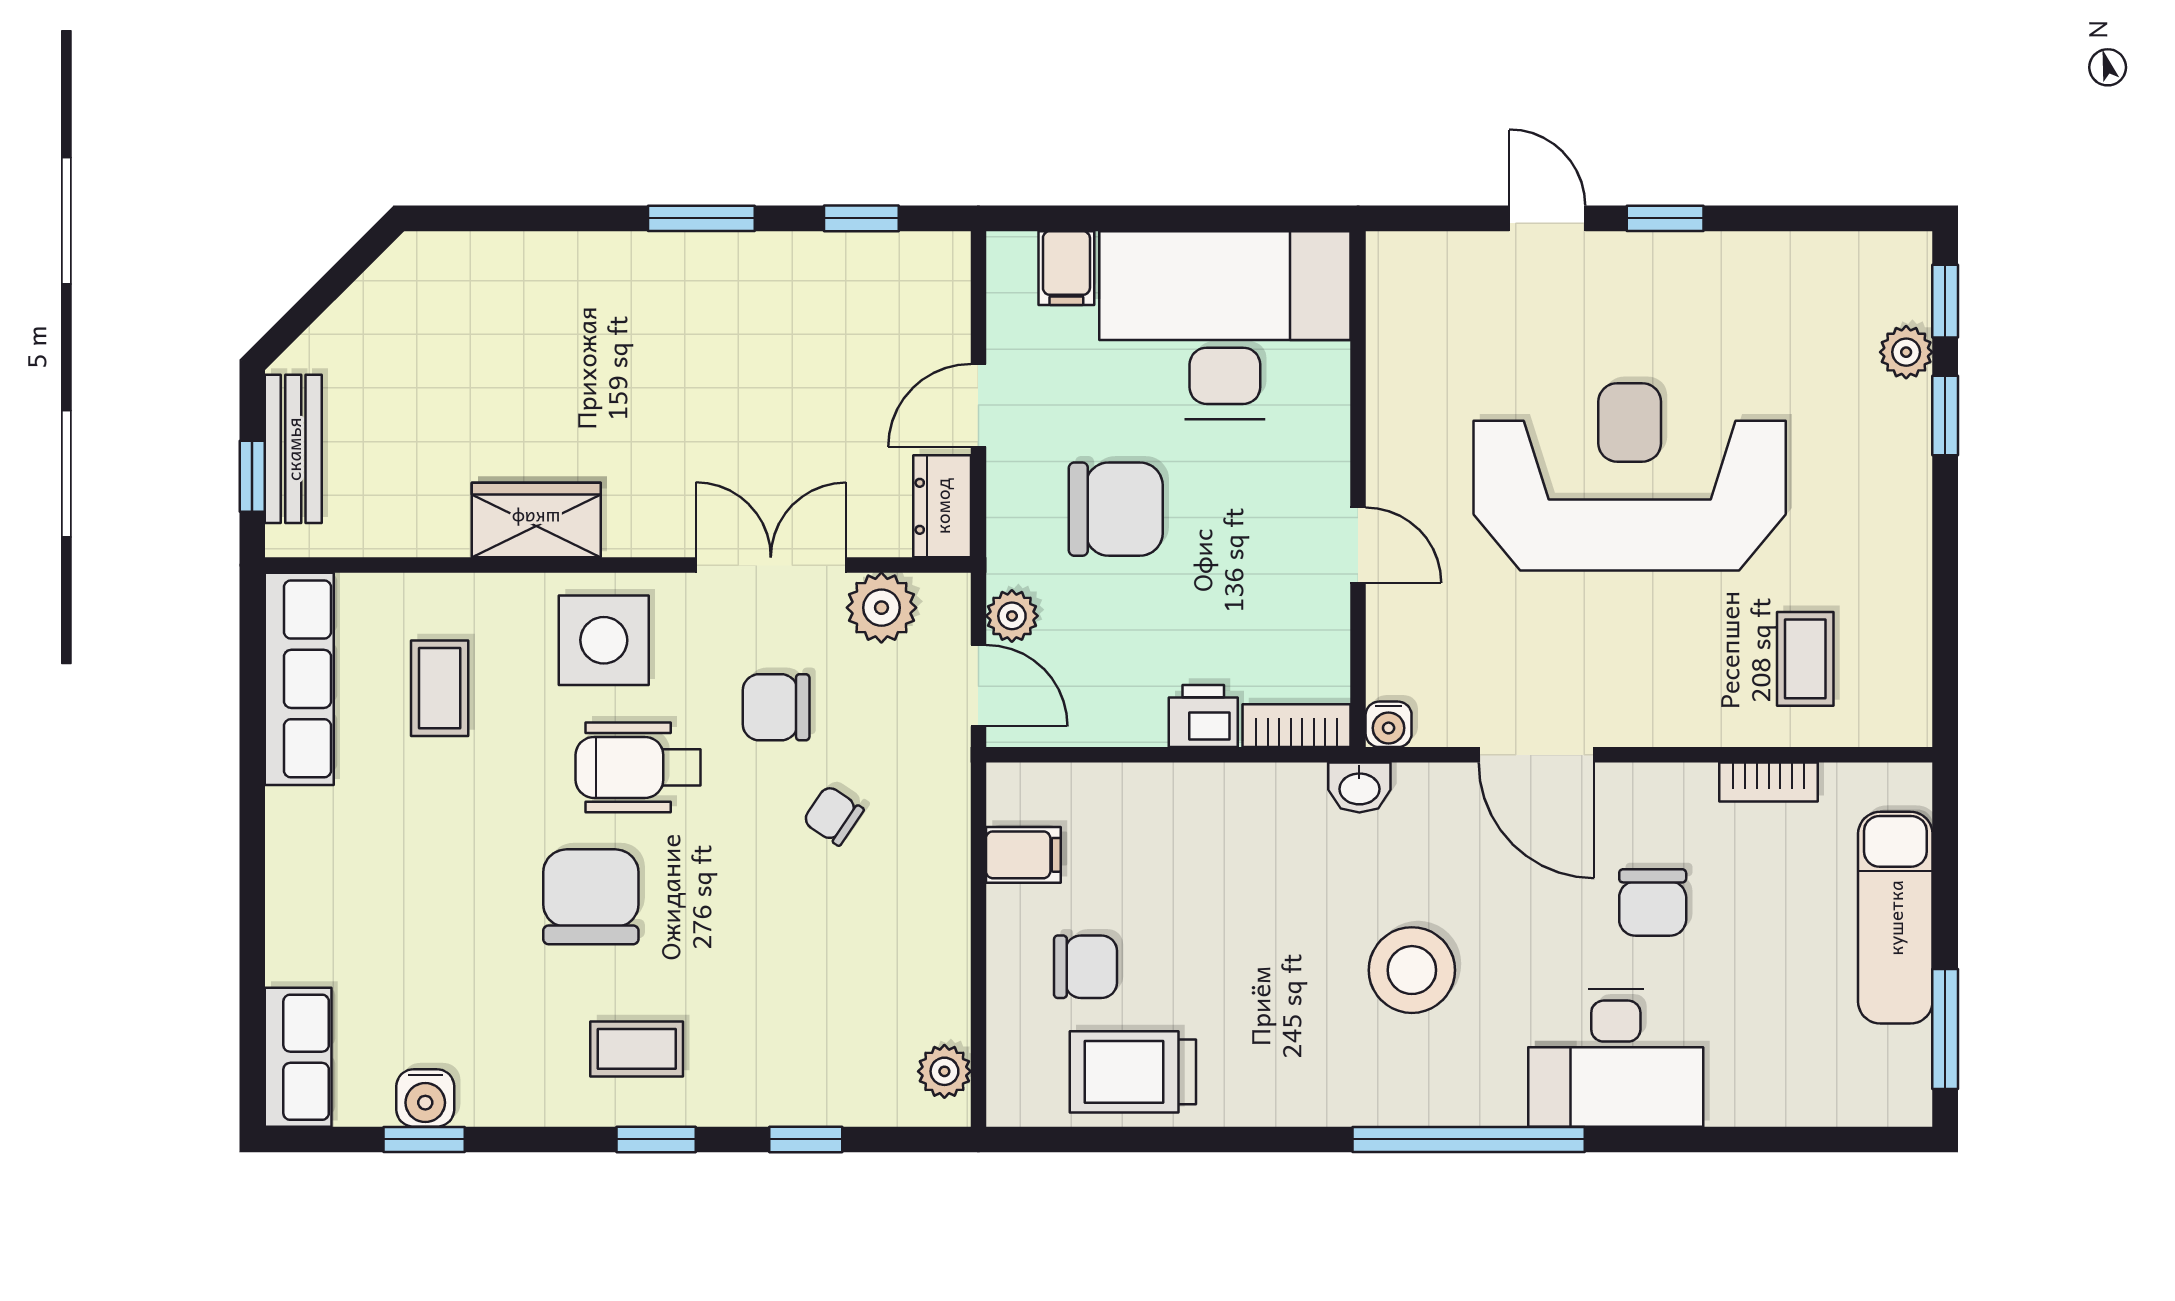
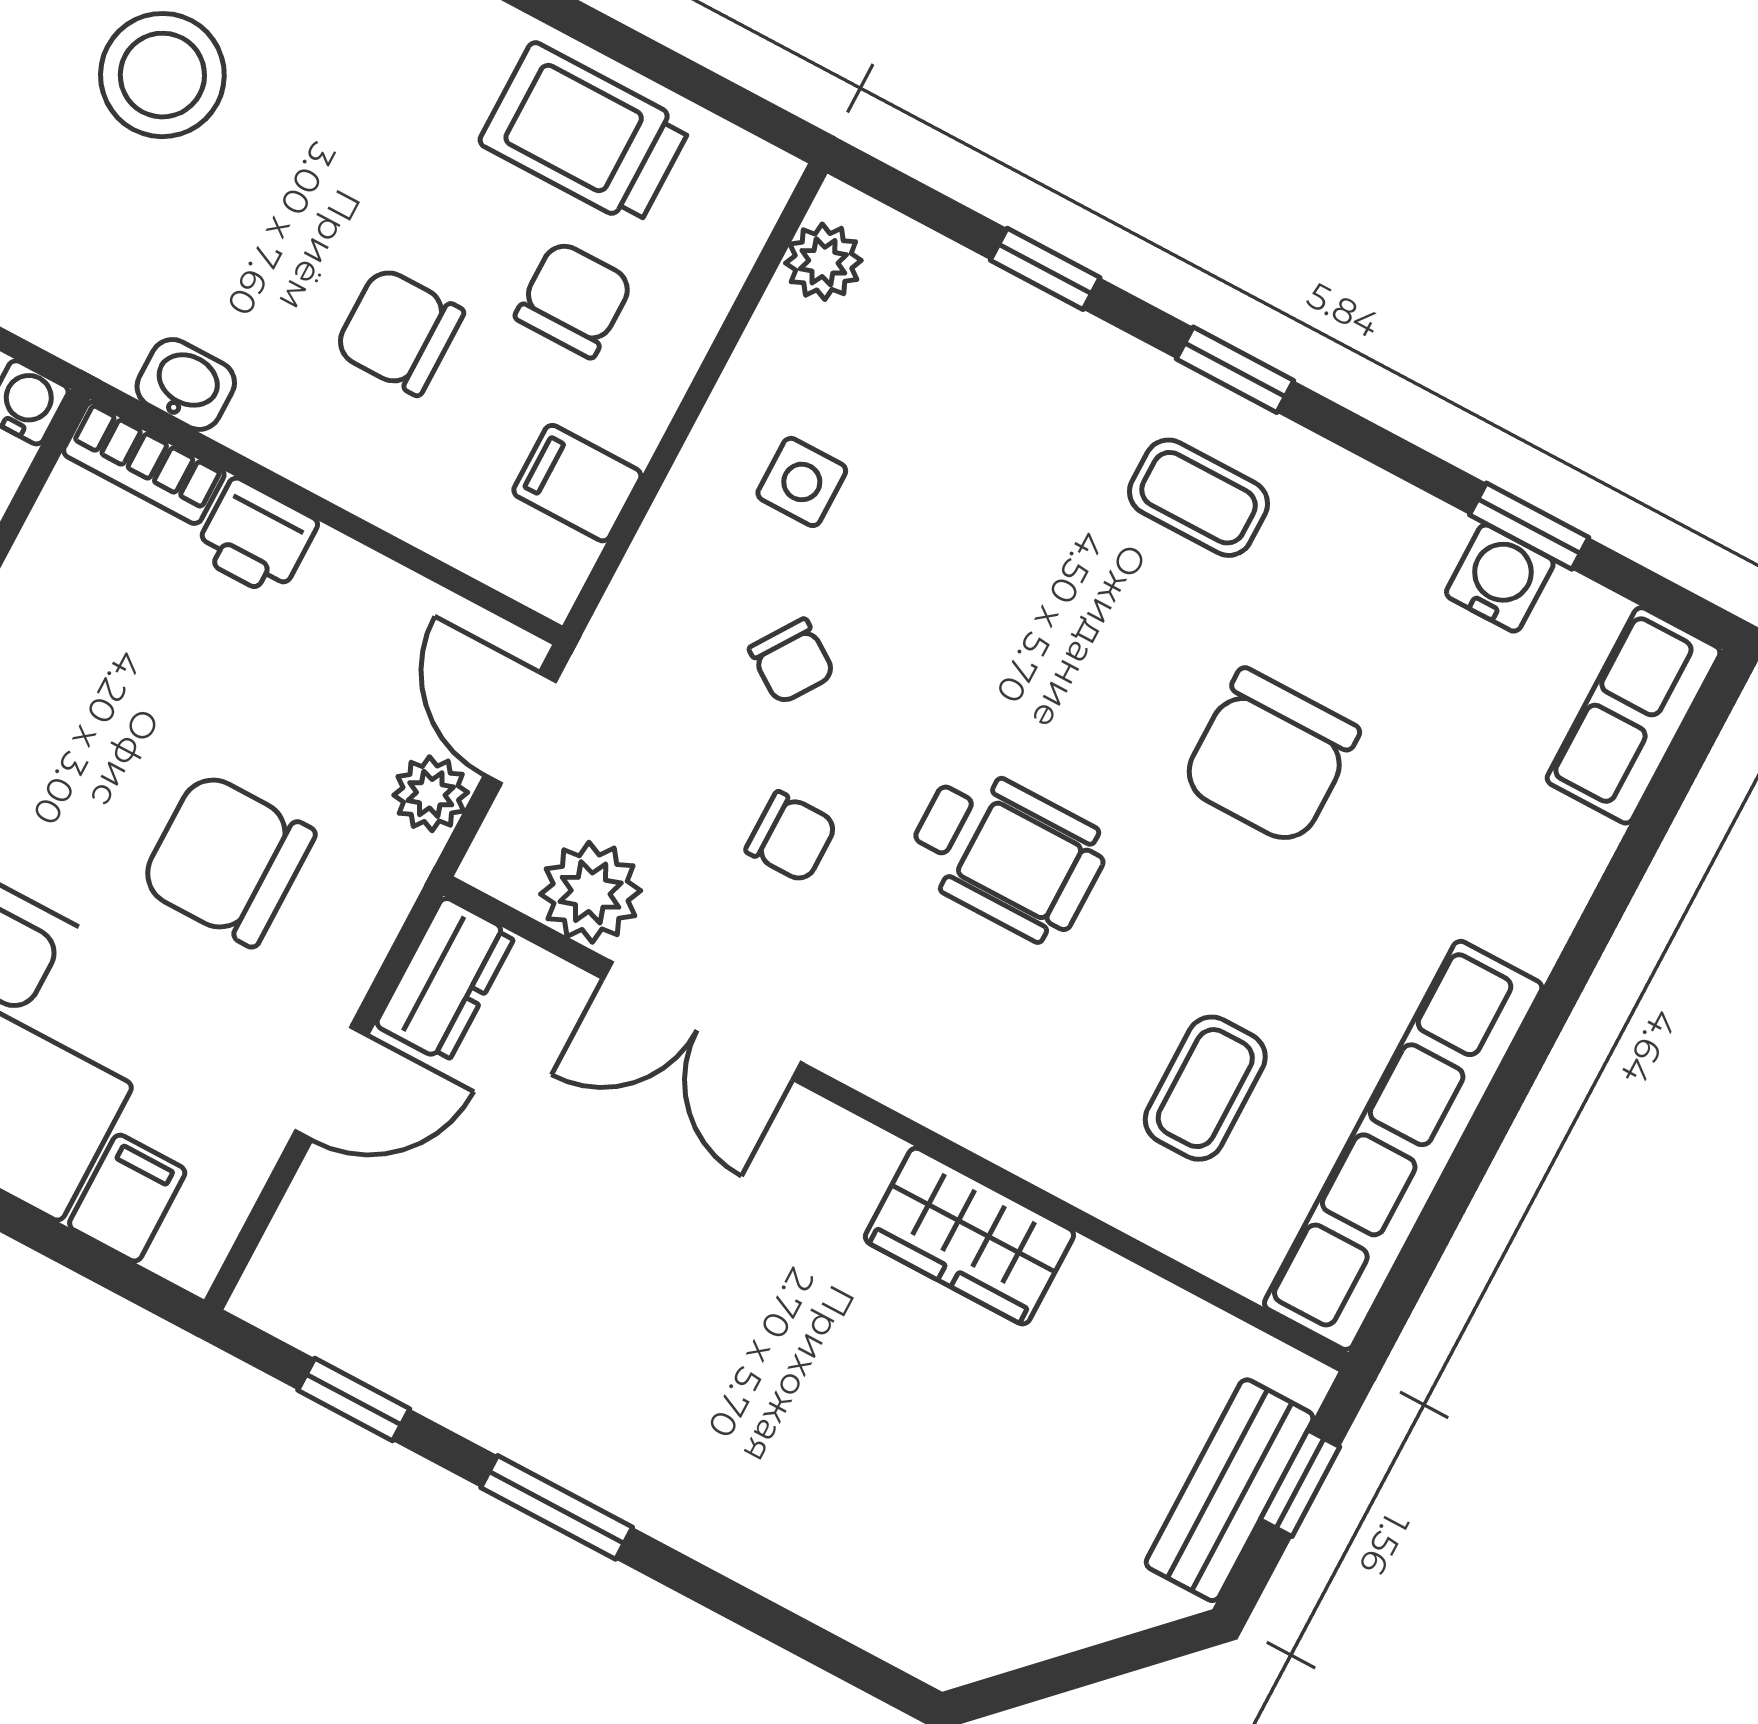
side table: (604, 640) -> (802, 482), moved, width x0.54, depth x0.54
row of seats: (299, 679) -> (1403, 1145), width x1.36
chair: (776, 707) -> (791, 837), width x0.73, depth x0.73
washbasin: (1359, 787) -> (186, 384), moved
chair: (1183, 890) -> (399, 331), added
chair: (591, 897) -> (1270, 757), moved
chair: (1086, 967) -> (574, 299), turned 90
trolley: (1133, 1072) -> (585, 134), turned 180

